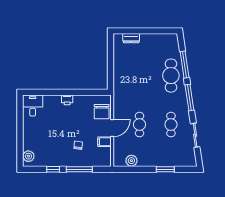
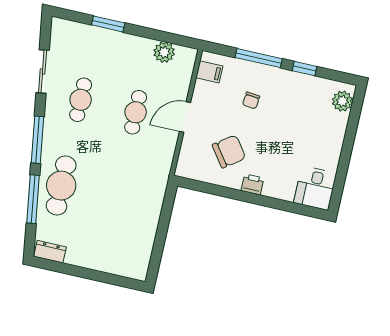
dresser: (131, 38) -> (50, 252), moved
chair: (102, 112) -> (229, 151), moved, turned 54
filing cabinet: (104, 142) -> (209, 72), moved

